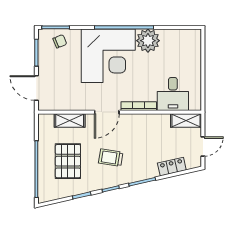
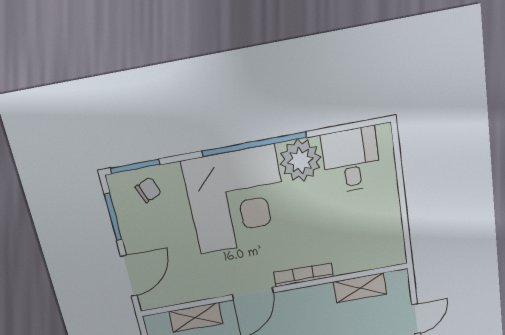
door: (36, 88) -> (129, 276), swing flipped
desk: (173, 94) -> (351, 160), moved, turned 180
shelving: (186, 121) -> (360, 288), moved

